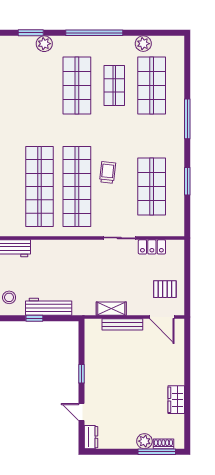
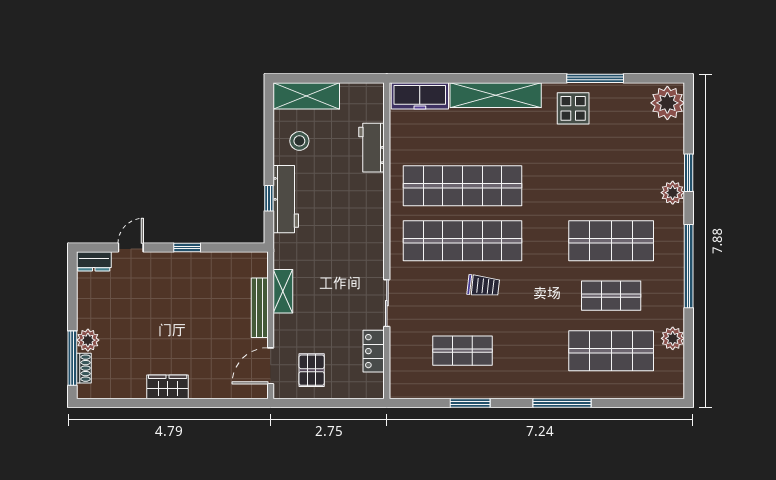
shop shelf: (152, 187) -> (463, 351), width x0.70, depth x0.74
window: (34, 318) -> (269, 198), moved
wardrobe: (176, 400) -> (168, 387), moved

